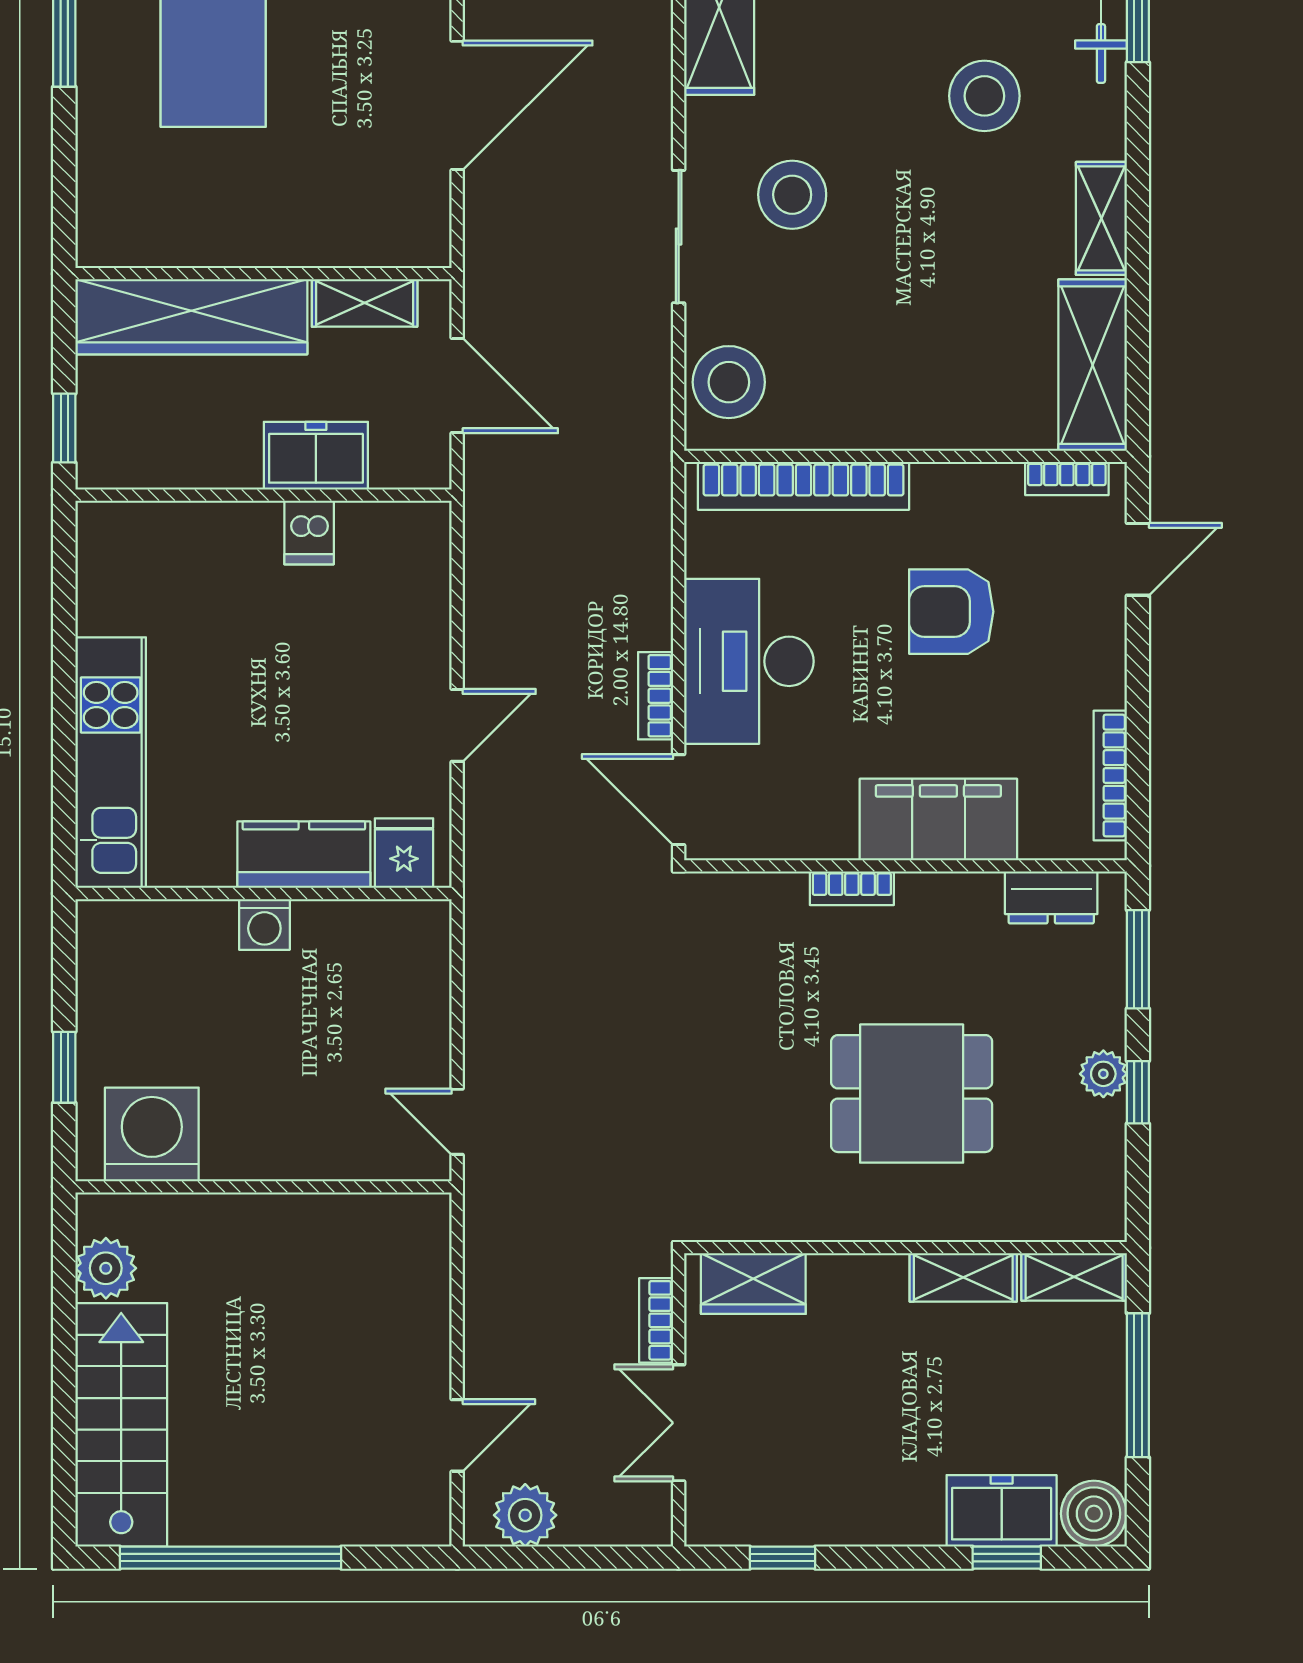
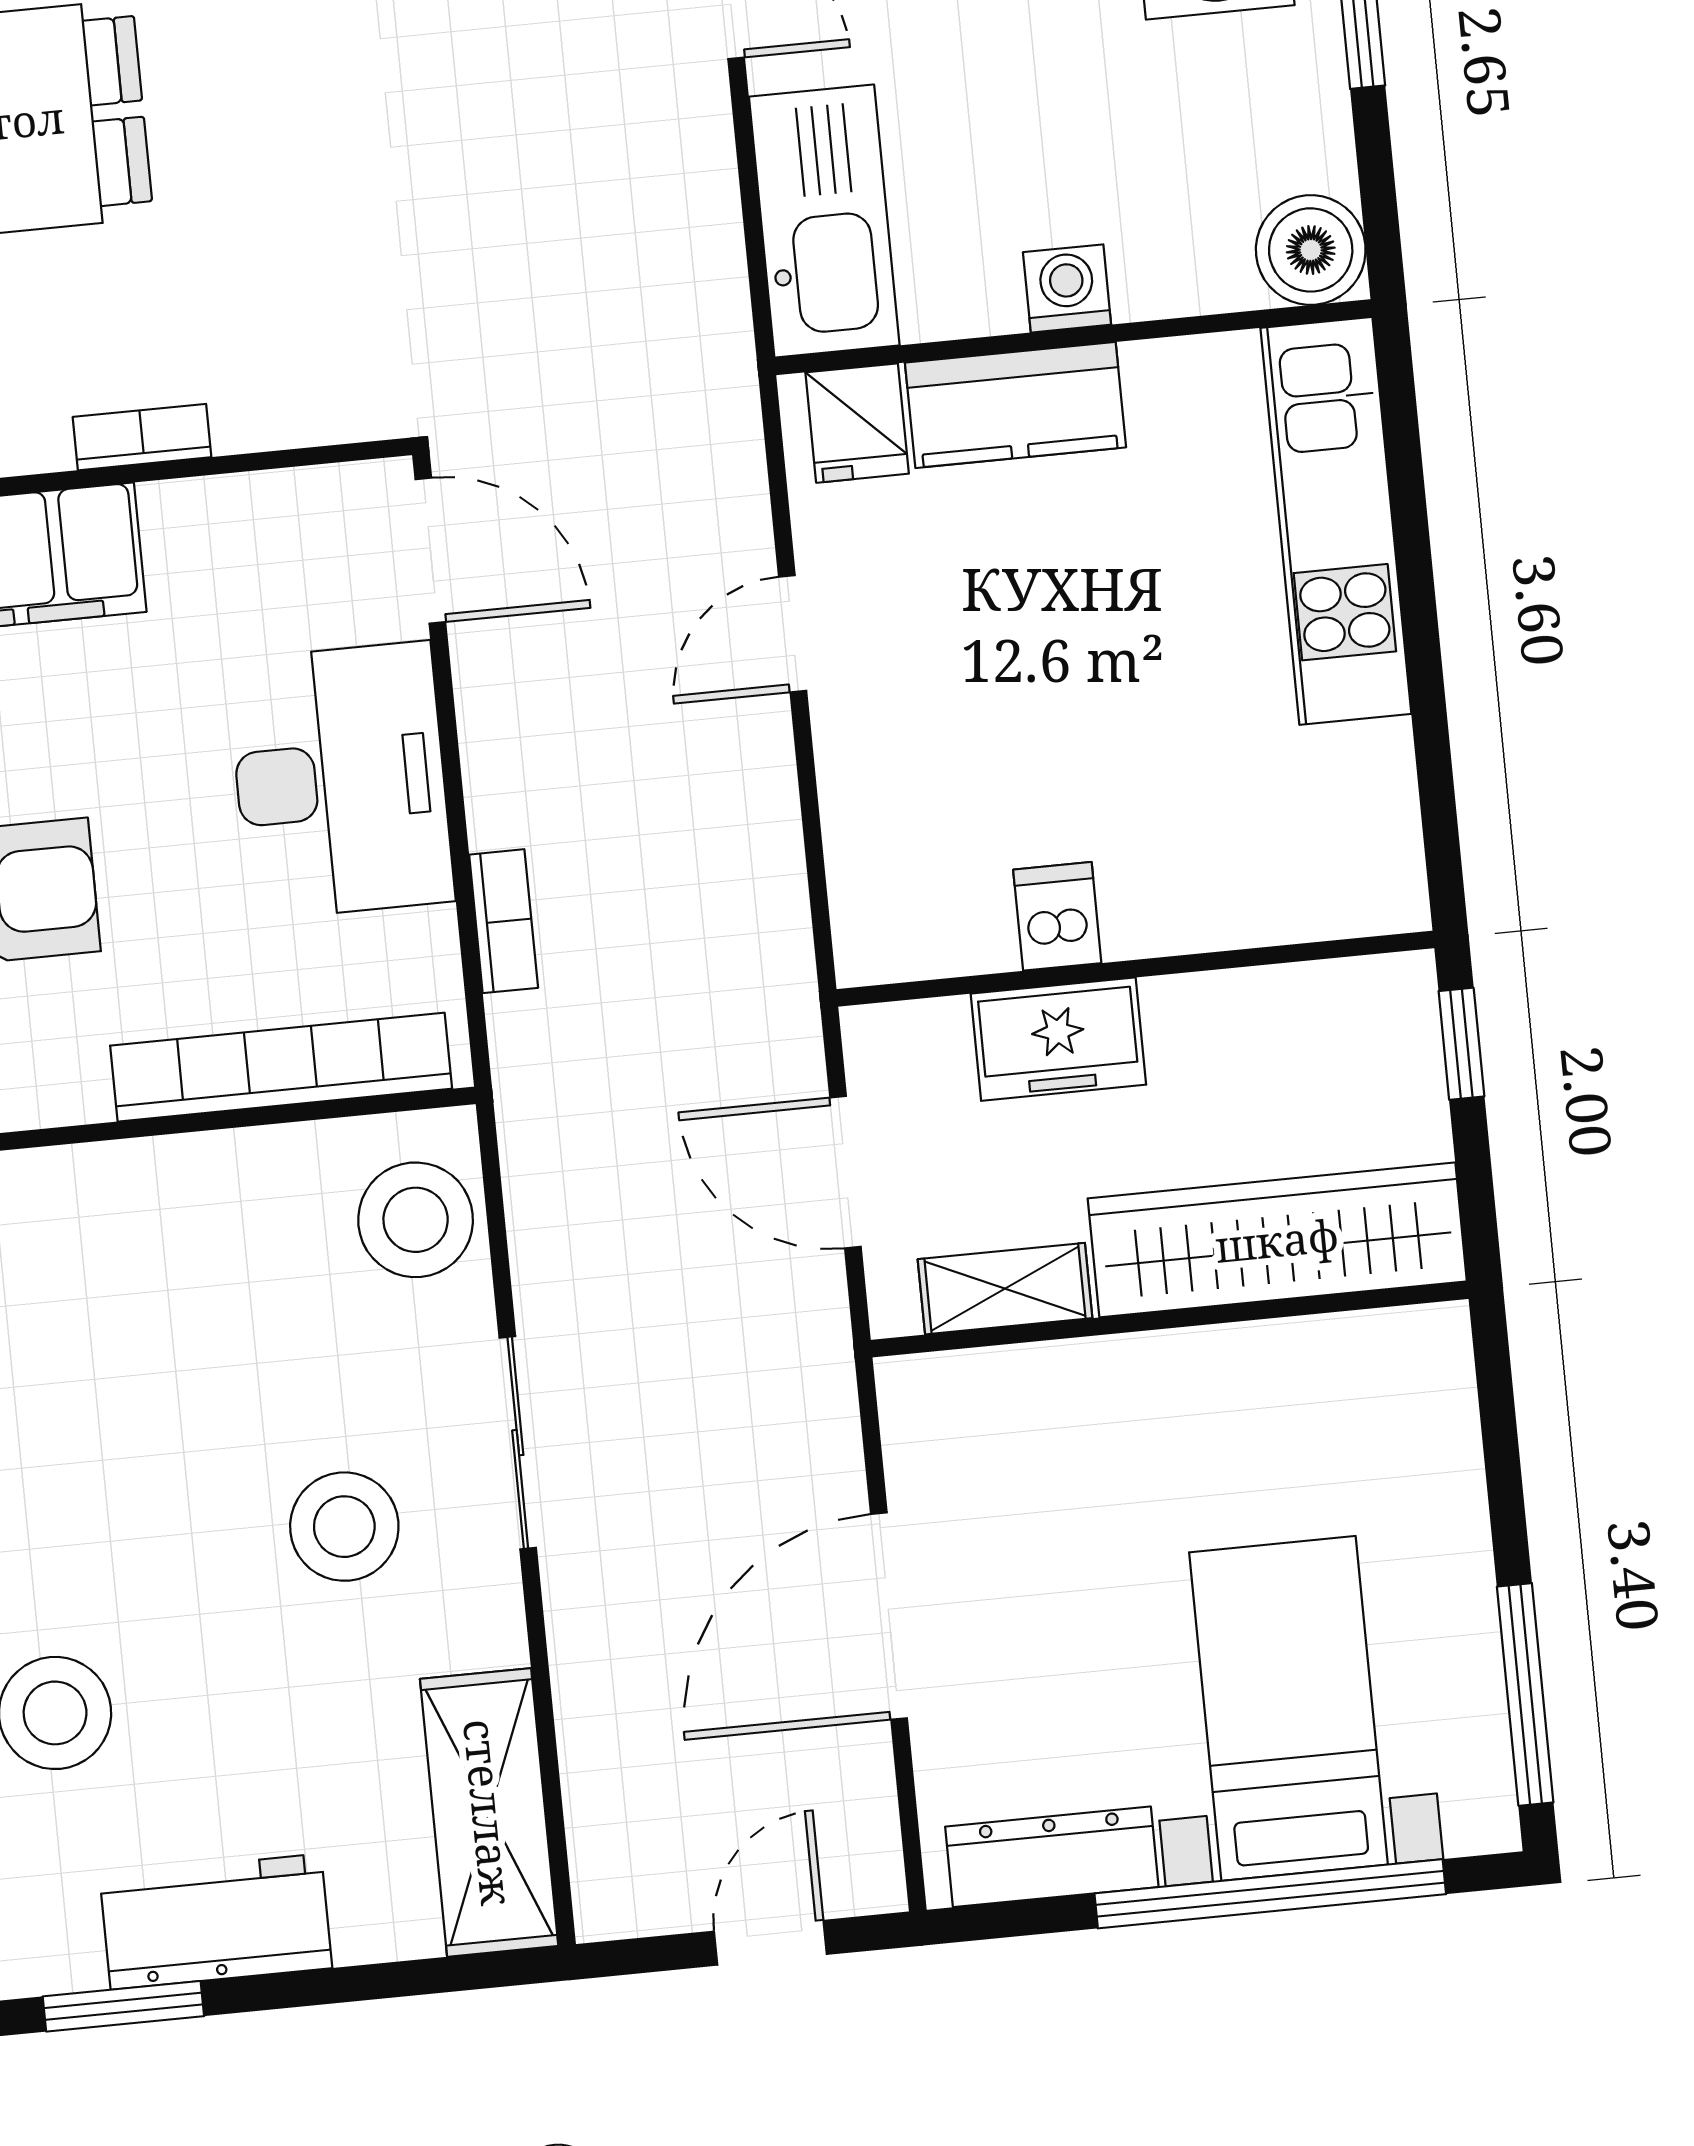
bookcase: (656, 696) -> (504, 921), moved
boiler: (110, 934) -> (1311, 250), added
kitchen sink: (412, 981) -> (824, 221), added

